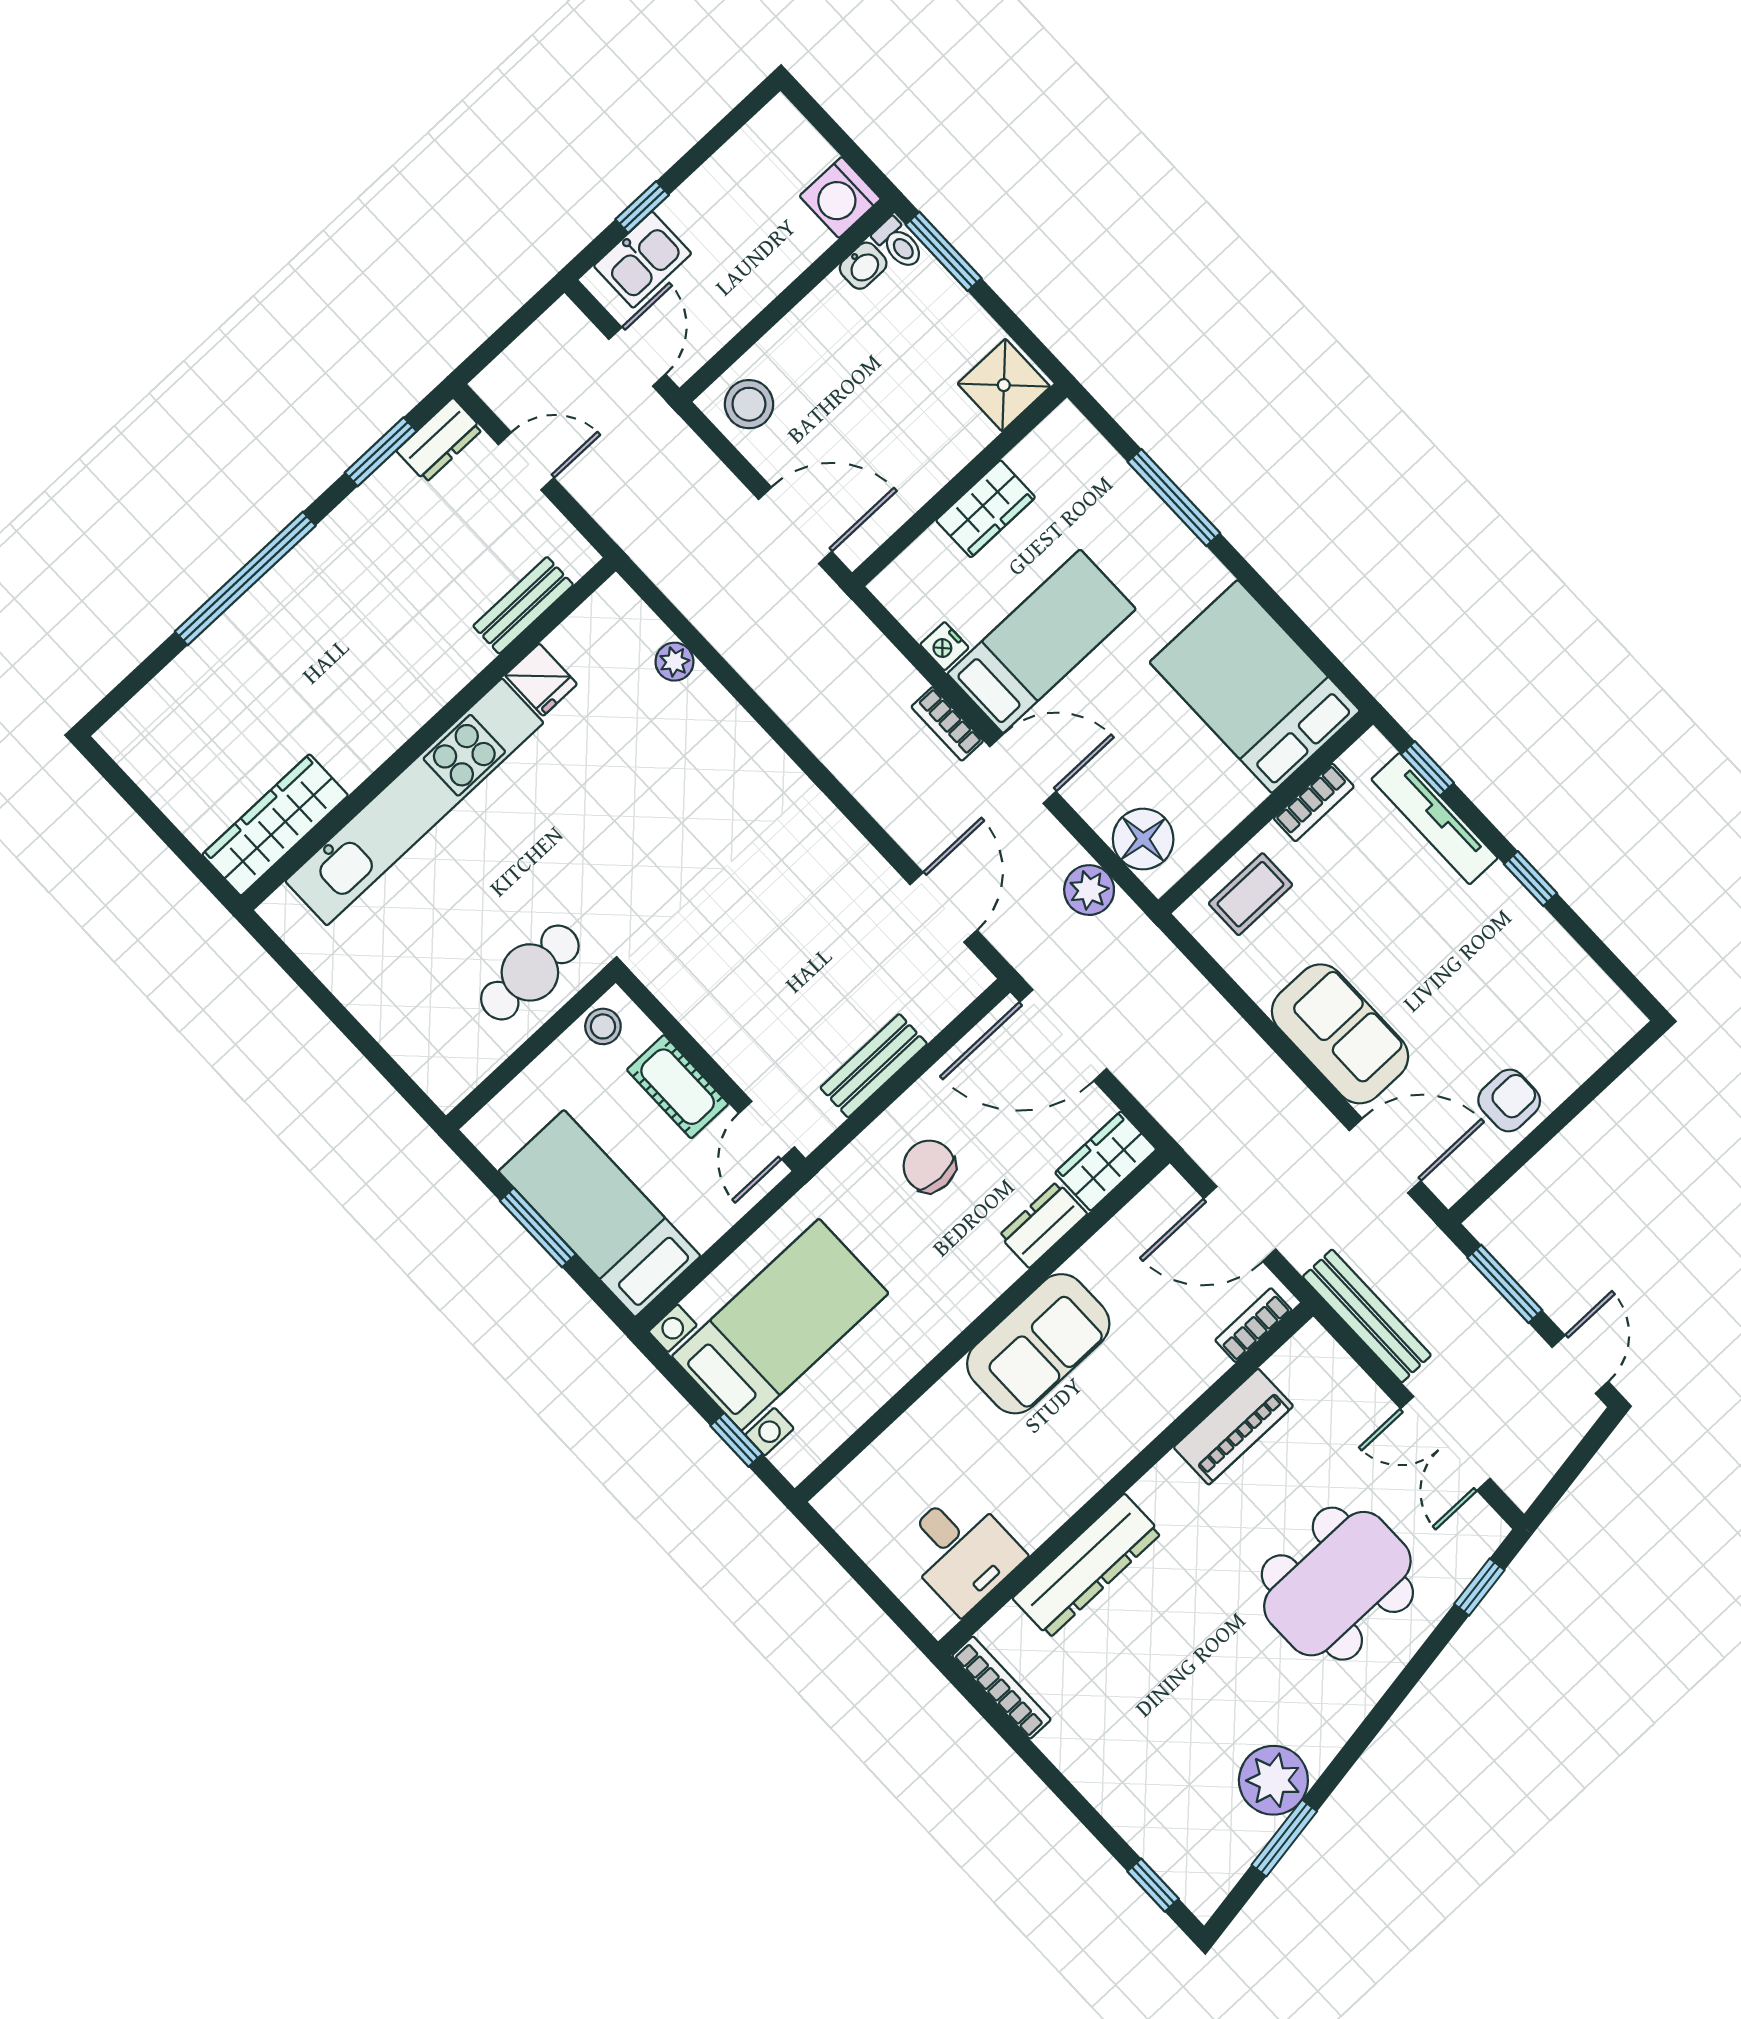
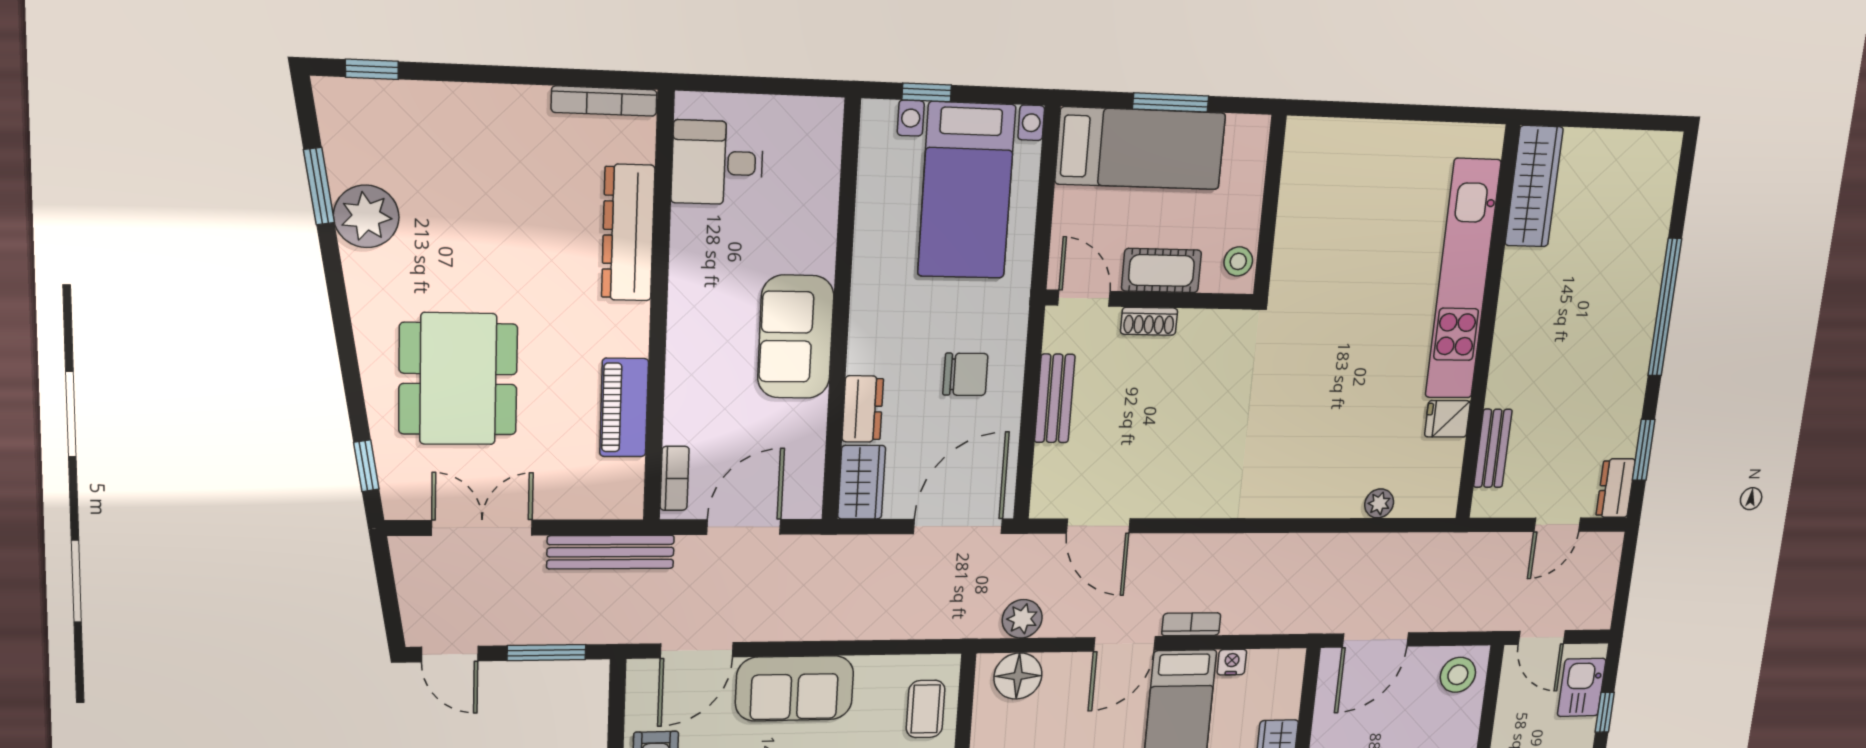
cafe table: (530, 972) -> (1310, 250), removed
shoe rack: (729, 1052) -> (1149, 321), added

